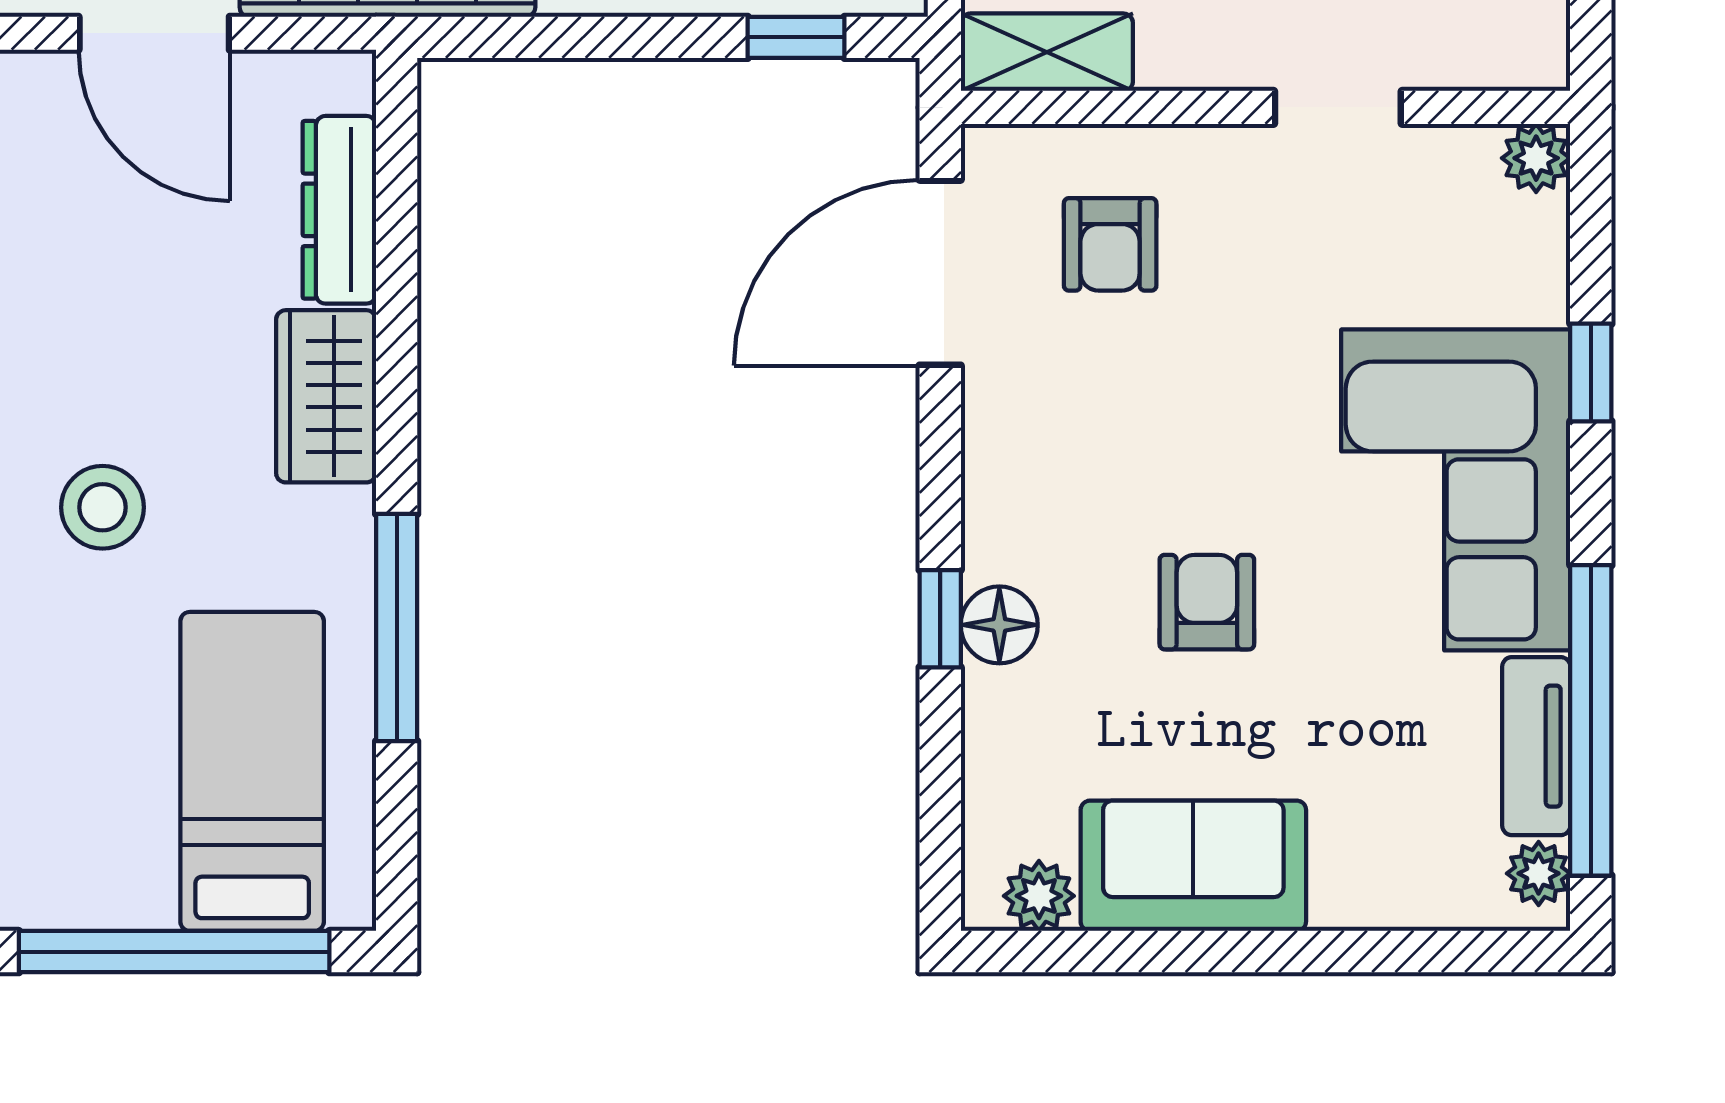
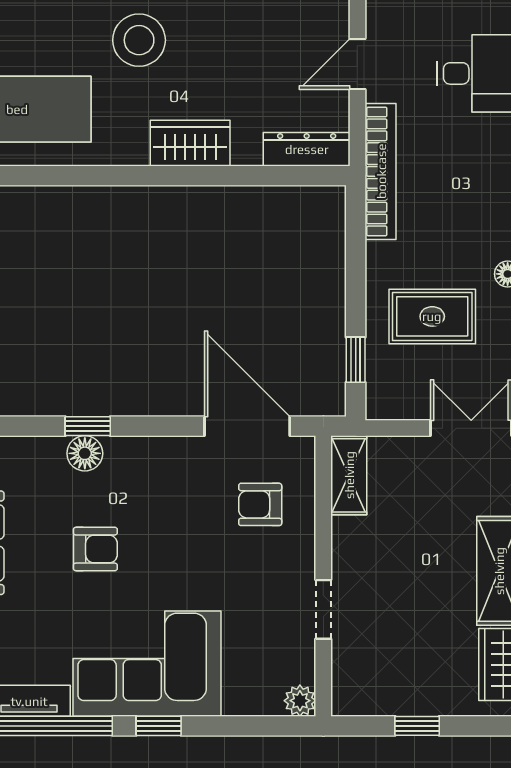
door: (154, 33) -> (357, 64), width x0.73
dresser: (339, 210) -> (307, 149), moved
window: (1591, 373) -> (159, 726), moved
stool: (103, 507) -> (139, 40), width x1.38, depth x1.38
window: (397, 628) -> (84, 176), removed

